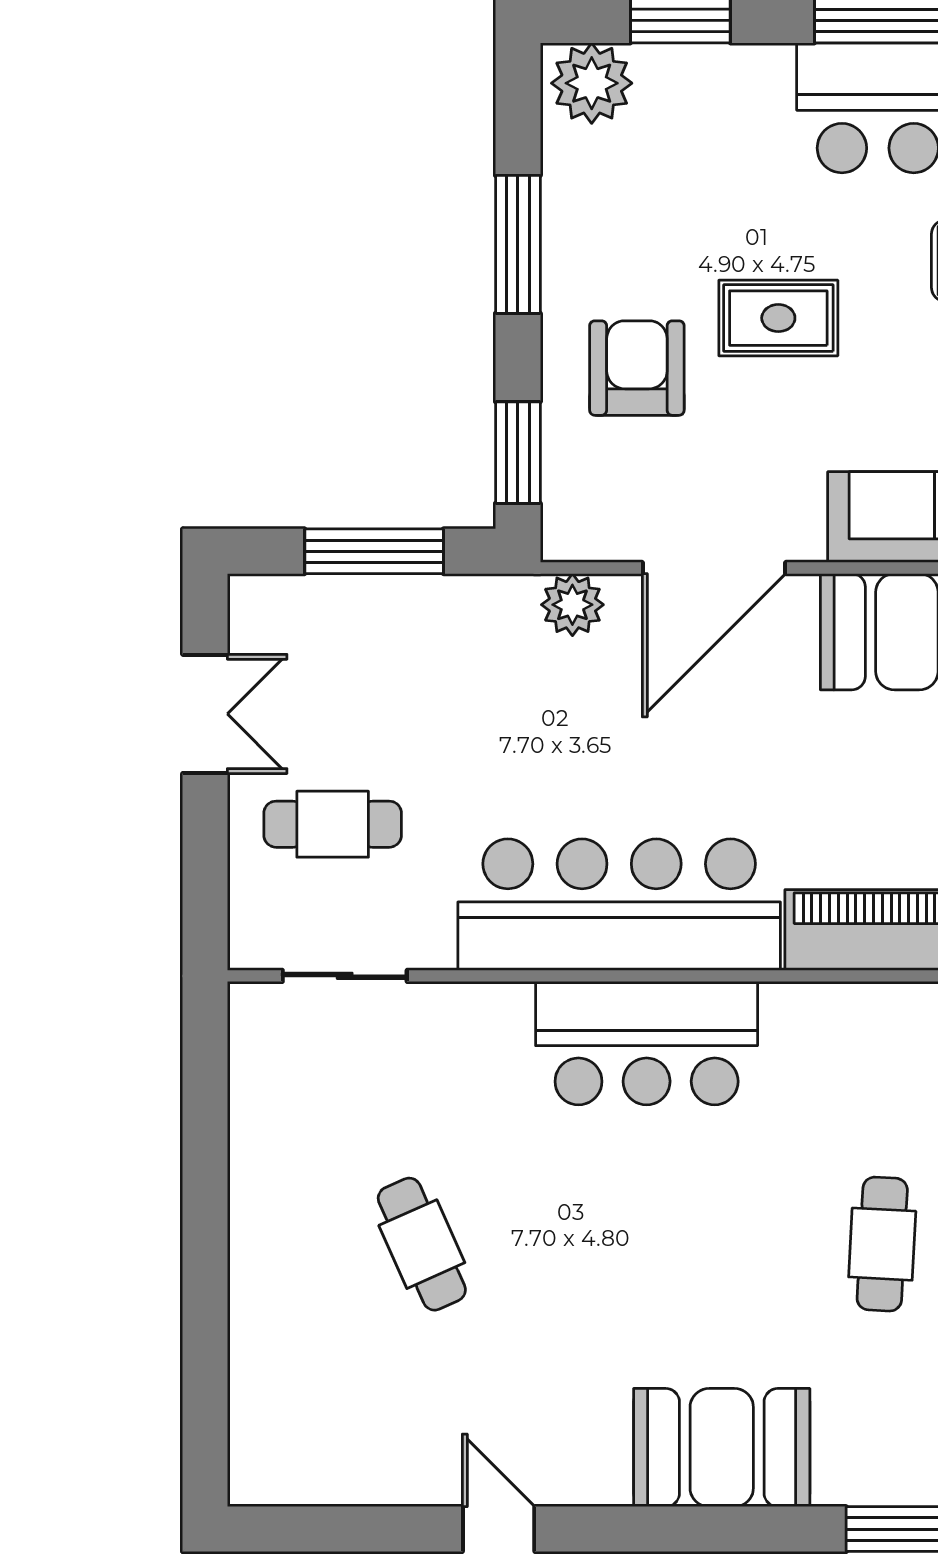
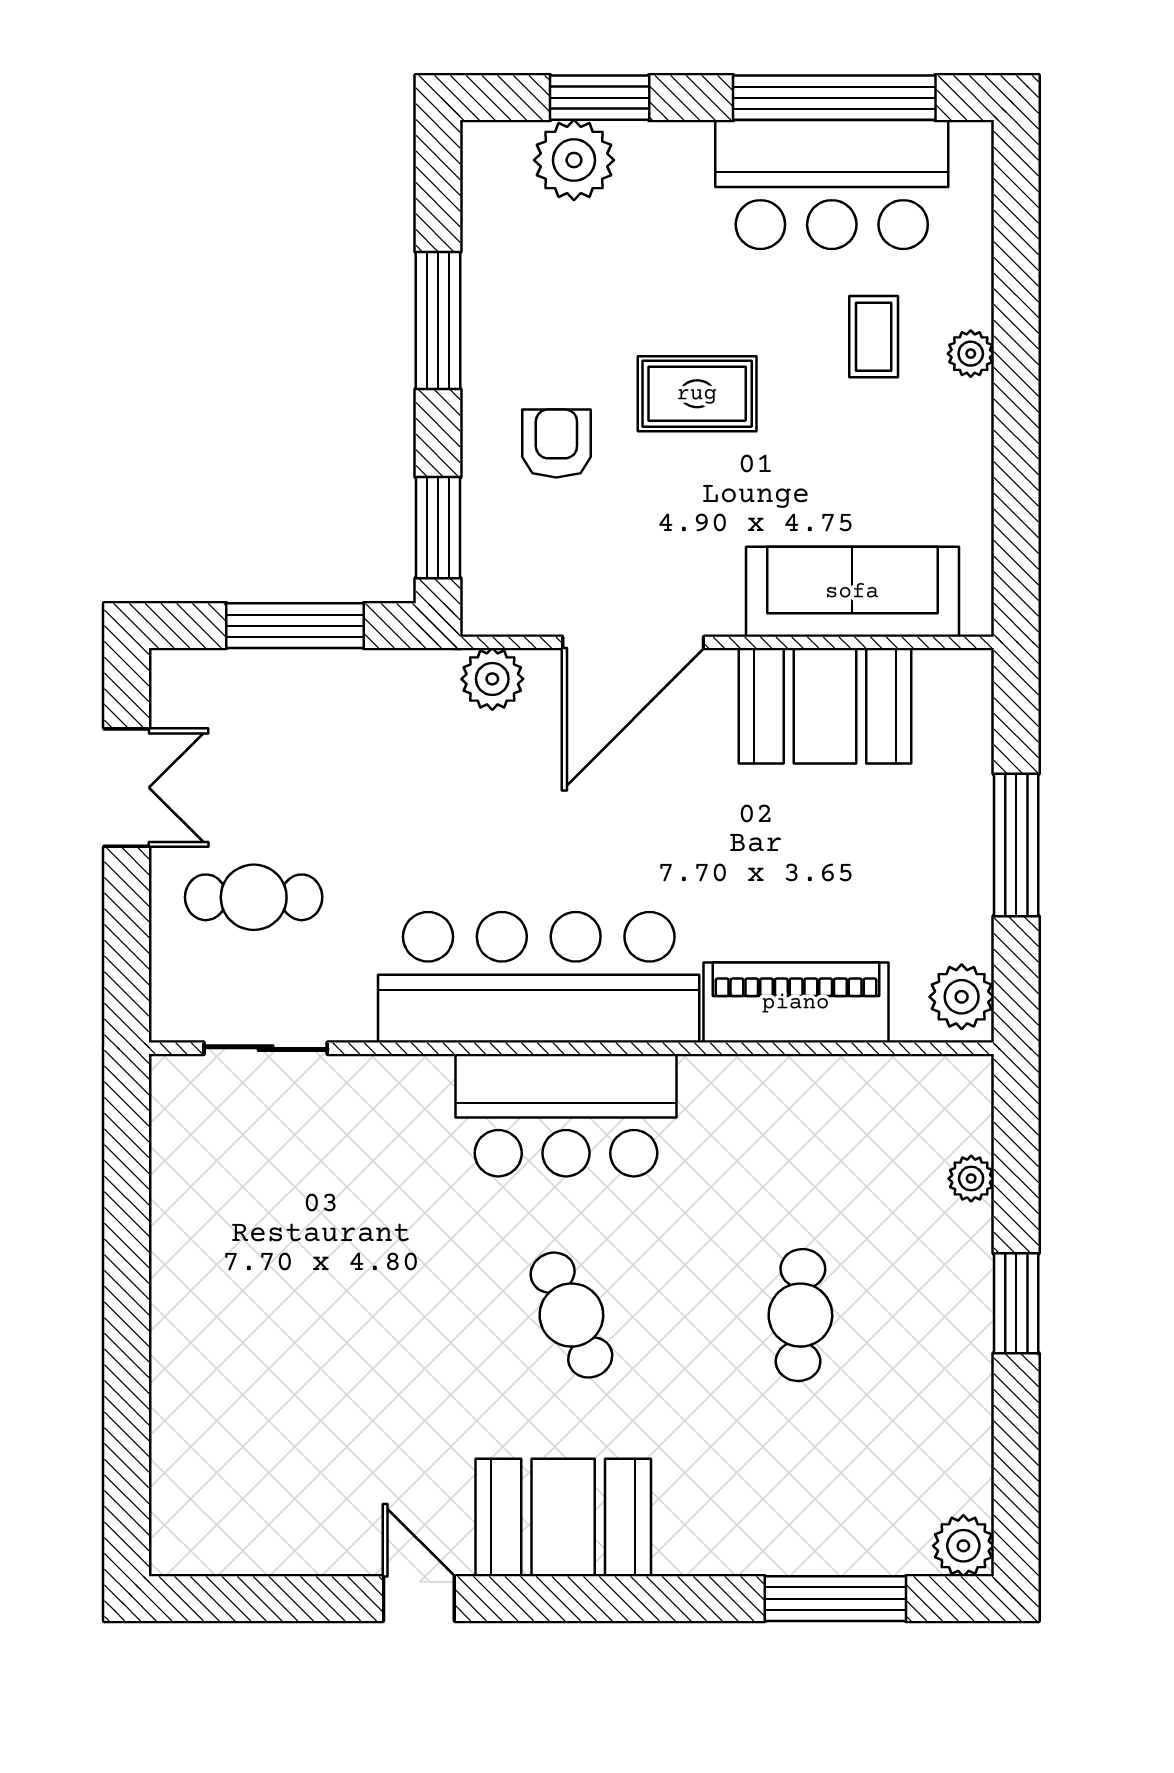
plant: (592, 83) -> (574, 160), moved
armchair: (637, 368) -> (556, 443), width x0.72, depth x0.72
cafe table: (422, 1244) -> (571, 1315), moved
booth: (722, 1448) -> (563, 1518), moved

